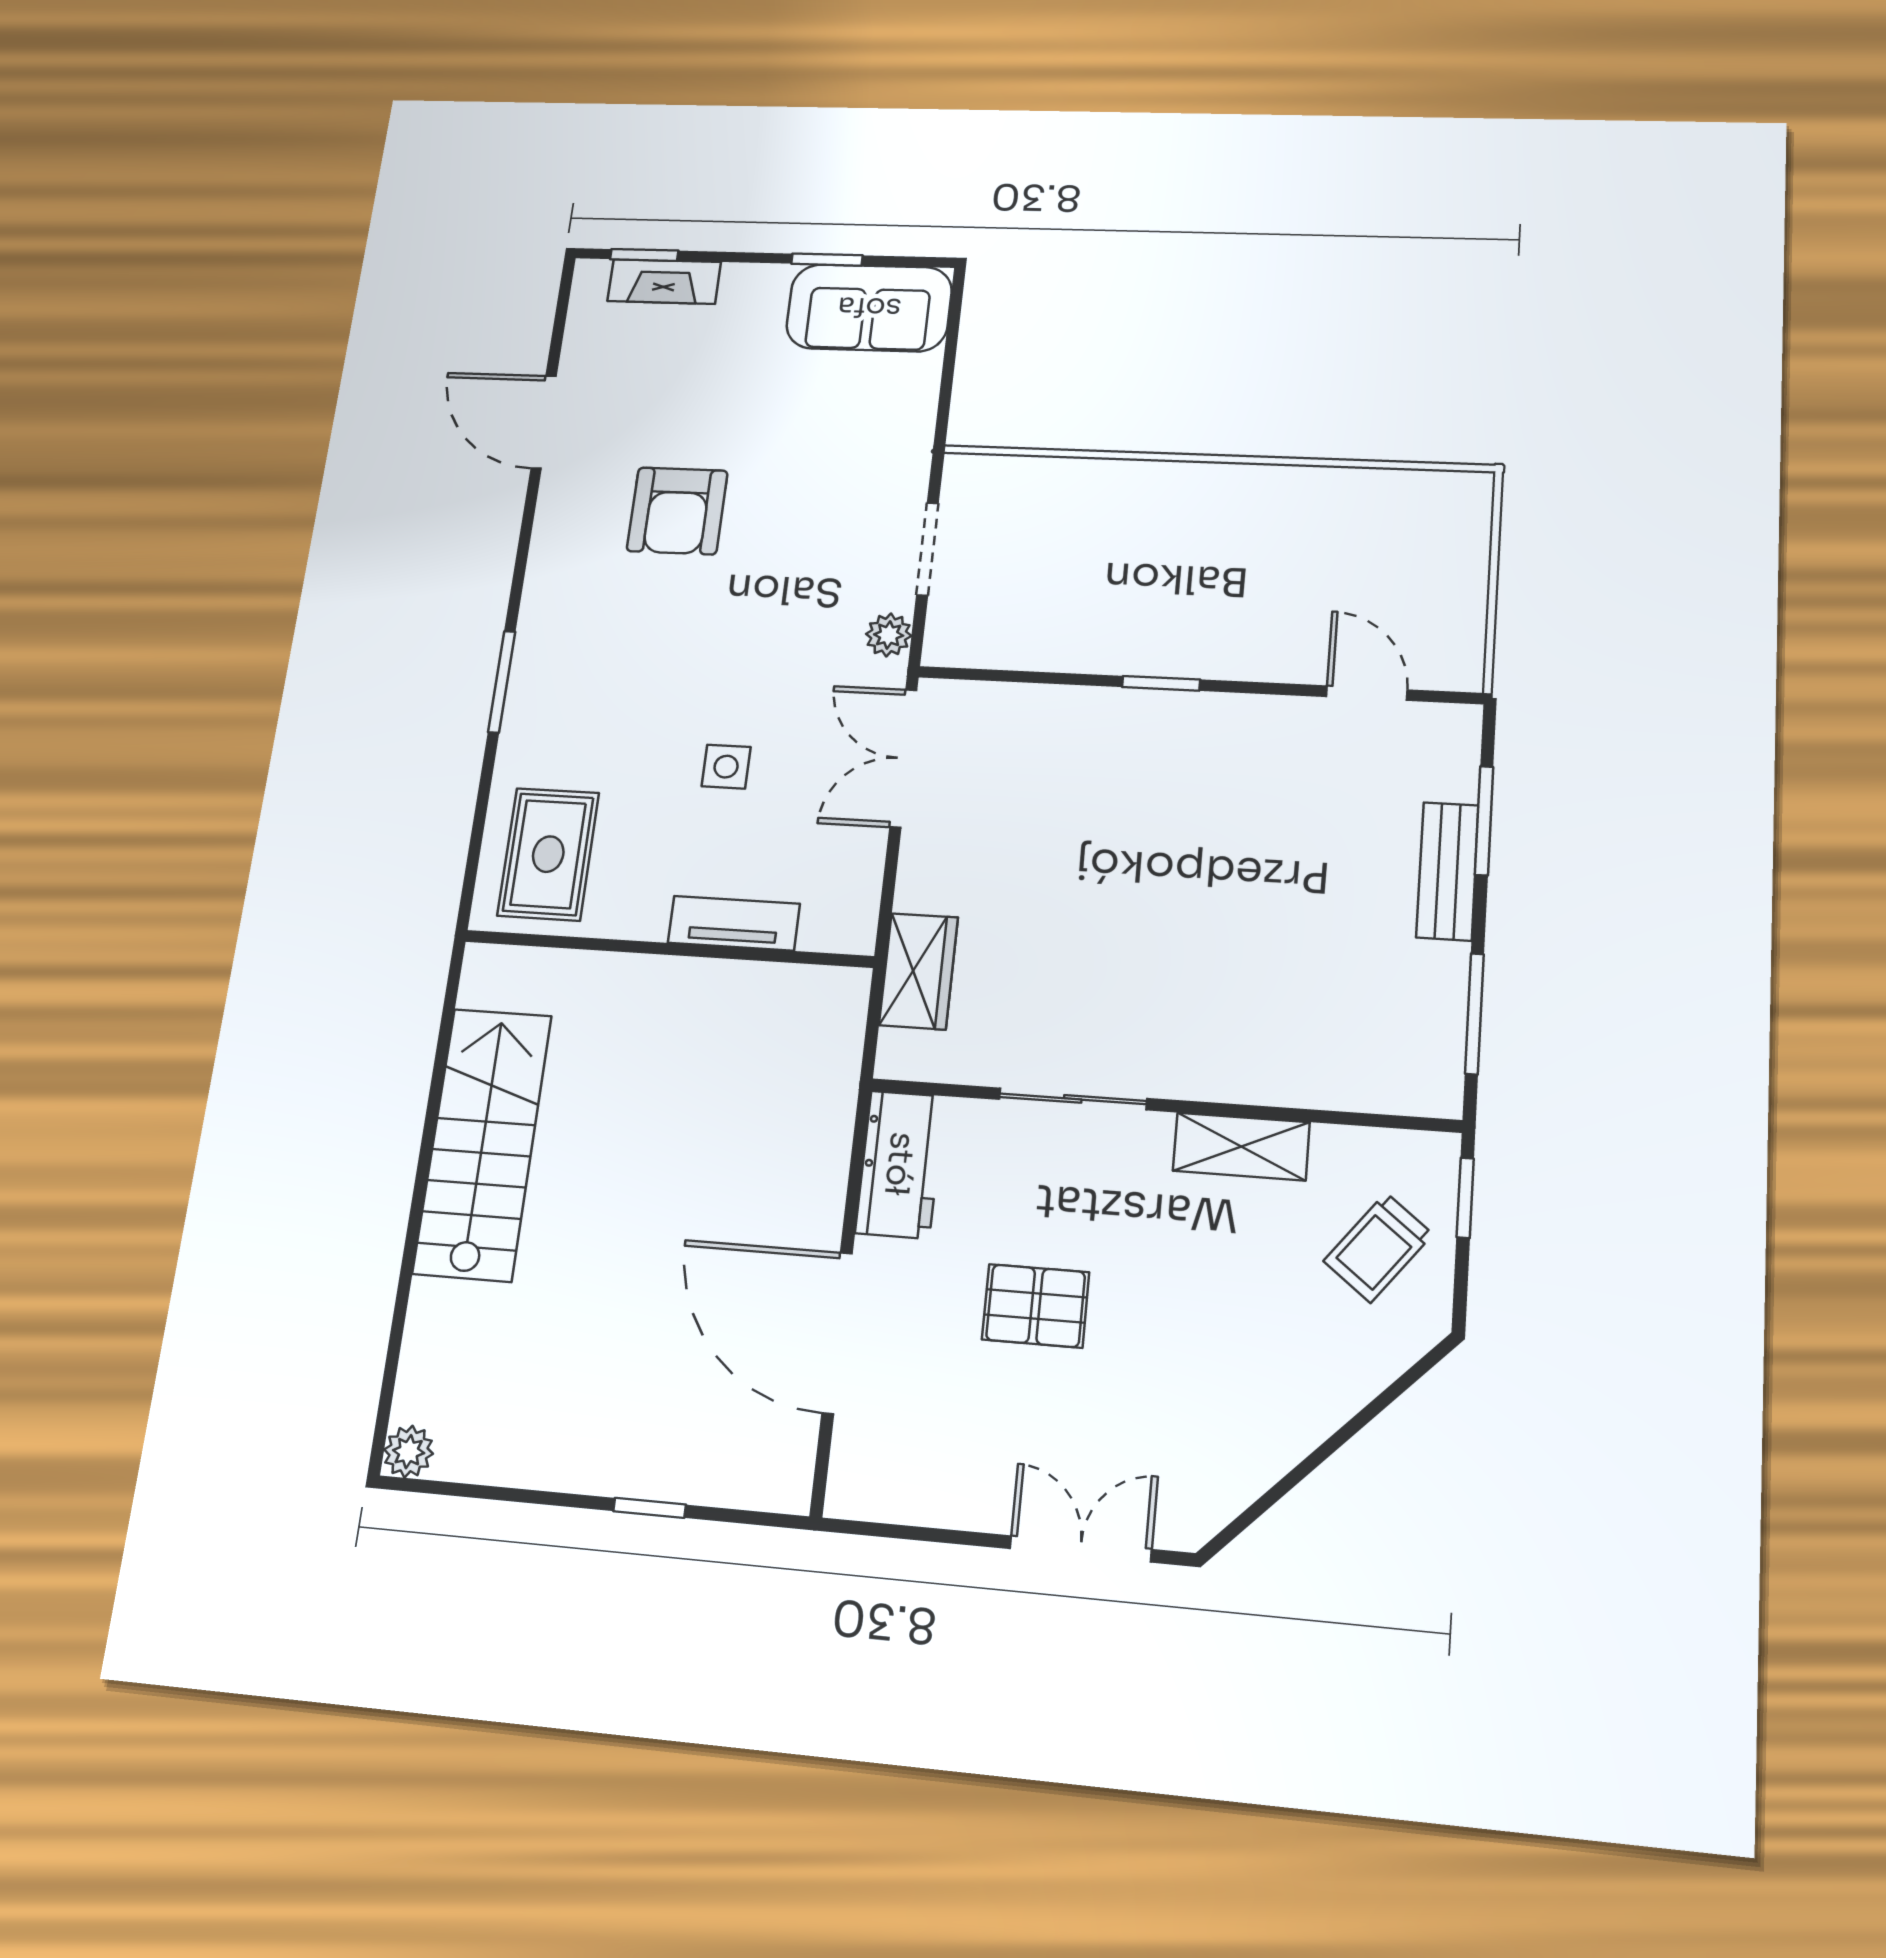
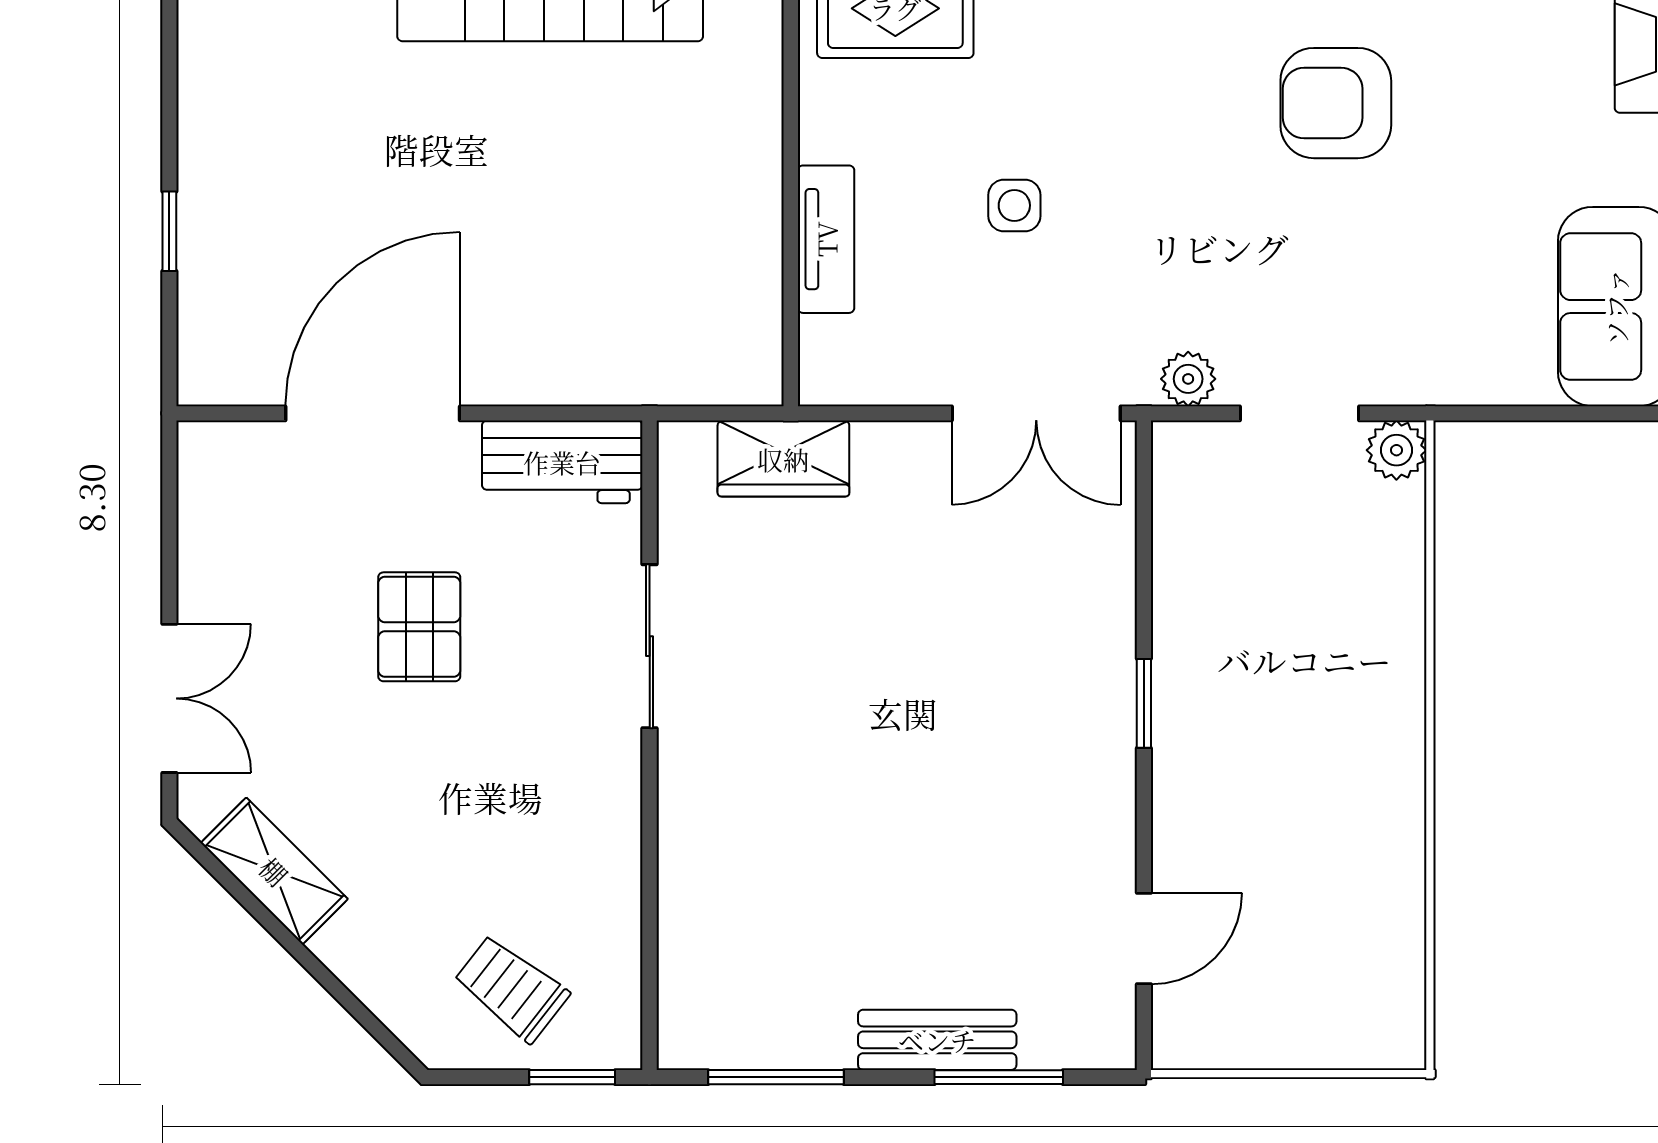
plant: (967, 475) -> (1396, 450), added
double door: (903, 758) -> (1036, 413), swing flipped
shelving: (1241, 1147) -> (274, 871), moved, turned -45

